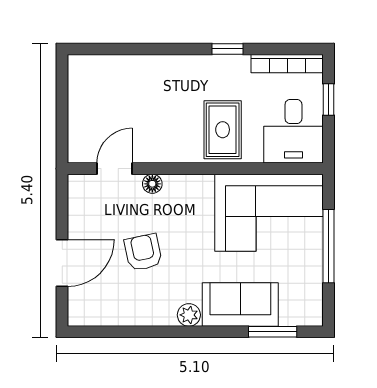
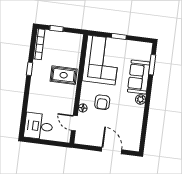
desk: (293, 131) -> (38, 126), moved, turned 180
window: (329, 246) -> (119, 36), width x0.46
armchair: (143, 252) -> (102, 102), moved, turned -78

